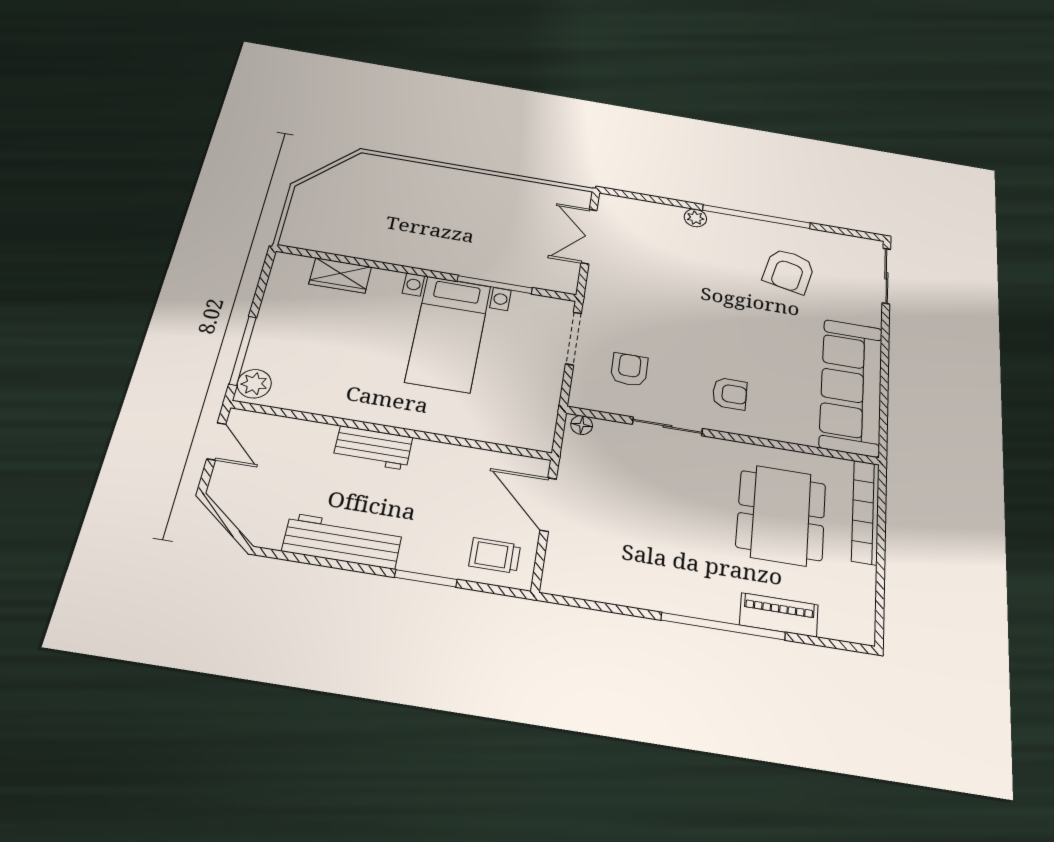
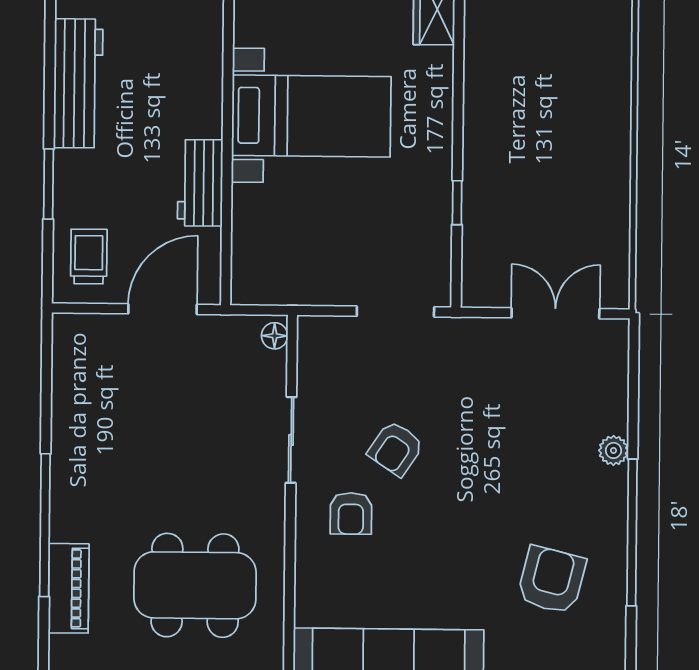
armchair: (789, 271) -> (551, 580), turned 91
window: (495, 285) -> (457, 203), width x0.46
bed with nightstands: (448, 334) -> (311, 116), moved, turned 180
armchair: (629, 370) -> (396, 448), moved, turned 124
workbench: (373, 448) -> (200, 183), moved

